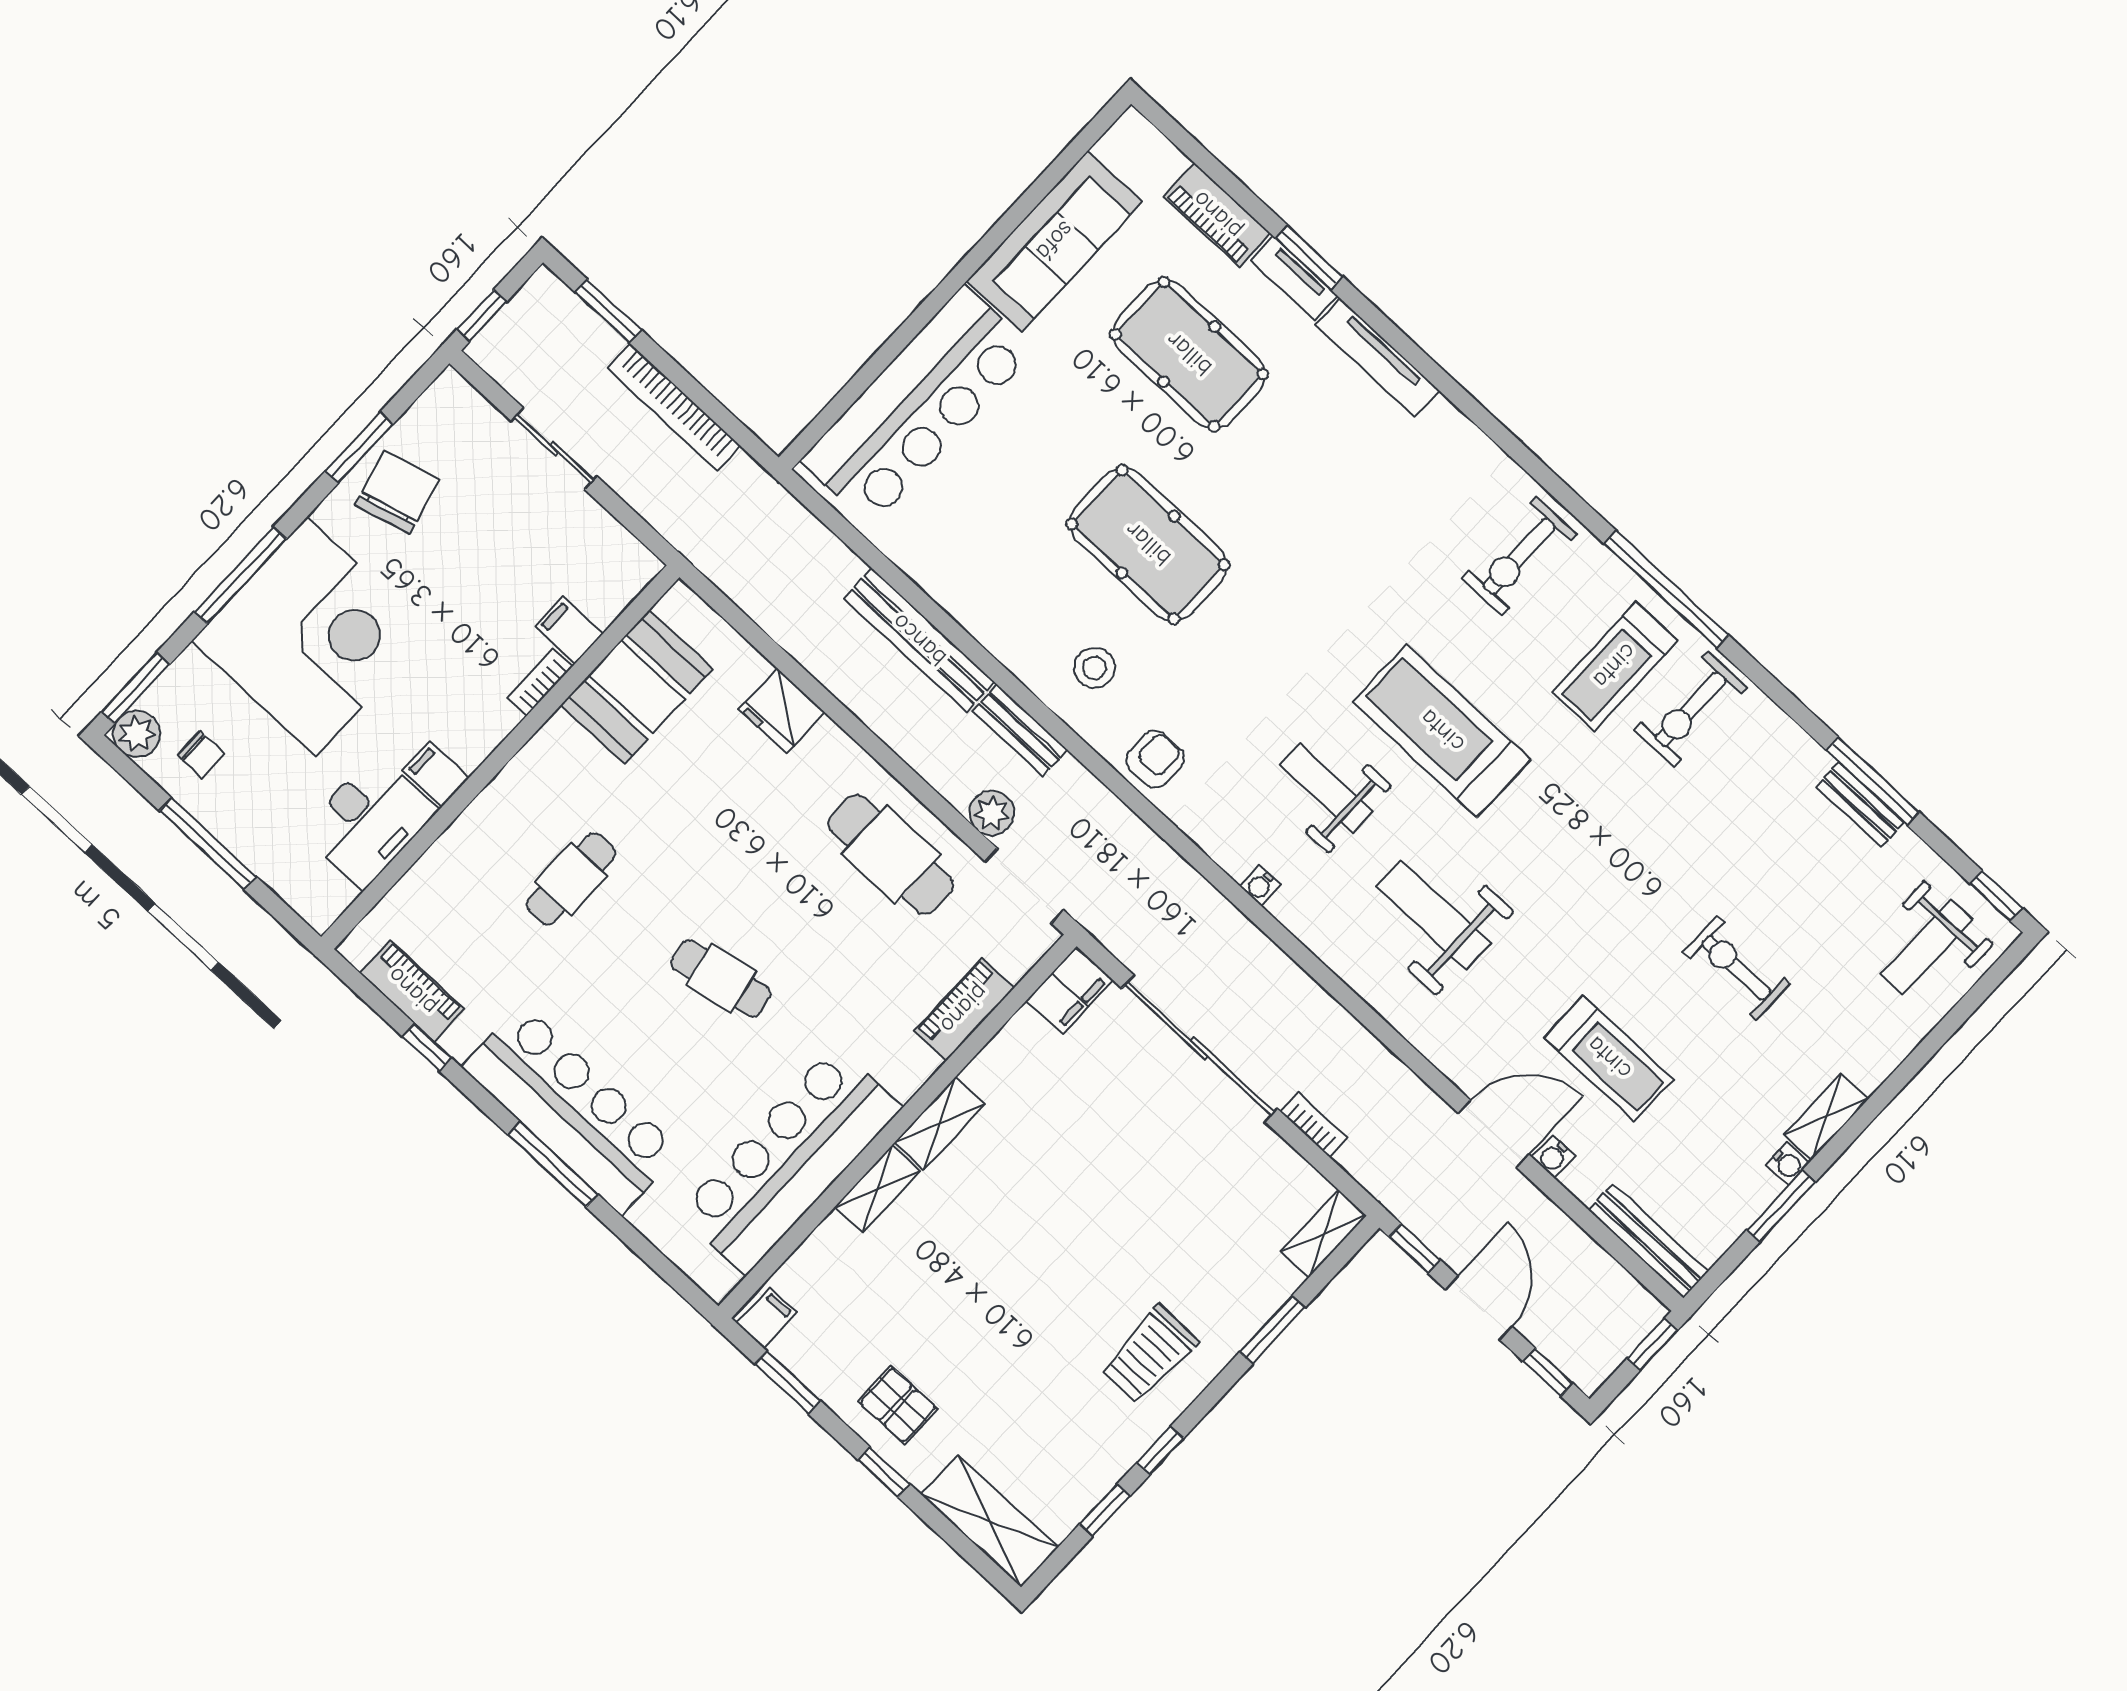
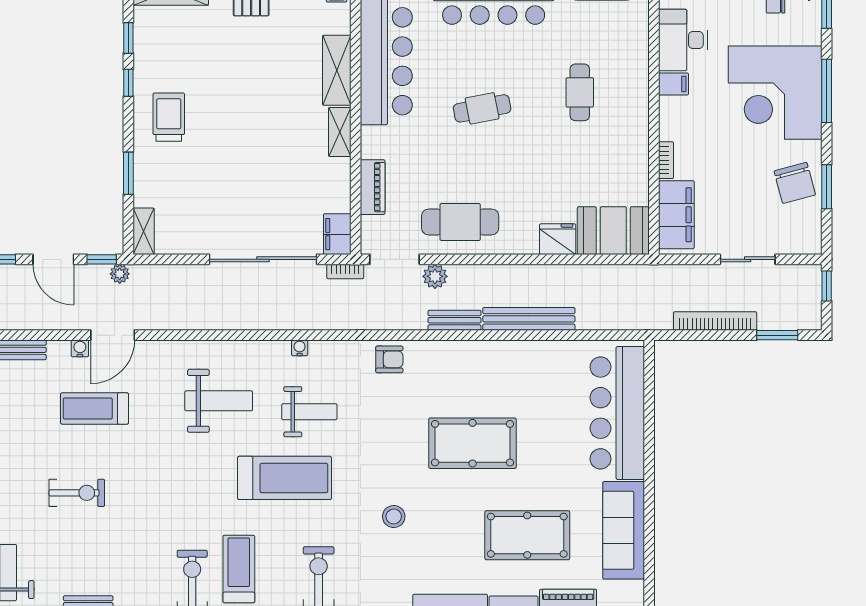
filing cabinet: (569, 630) -> (676, 215), width x3.00, depth x1.17
stool: (1094, 668) -> (394, 516), moved
booth: (637, 687) -> (613, 231), moved, turned 90
armchair: (1155, 759) -> (389, 359), turned -90
bookcase: (1314, 1125) -> (345, 271), moved
shelving: (877, 1189) -> (337, 70), width x1.50, depth x1.33
plant: (1408, 1207) -> (120, 274), added

